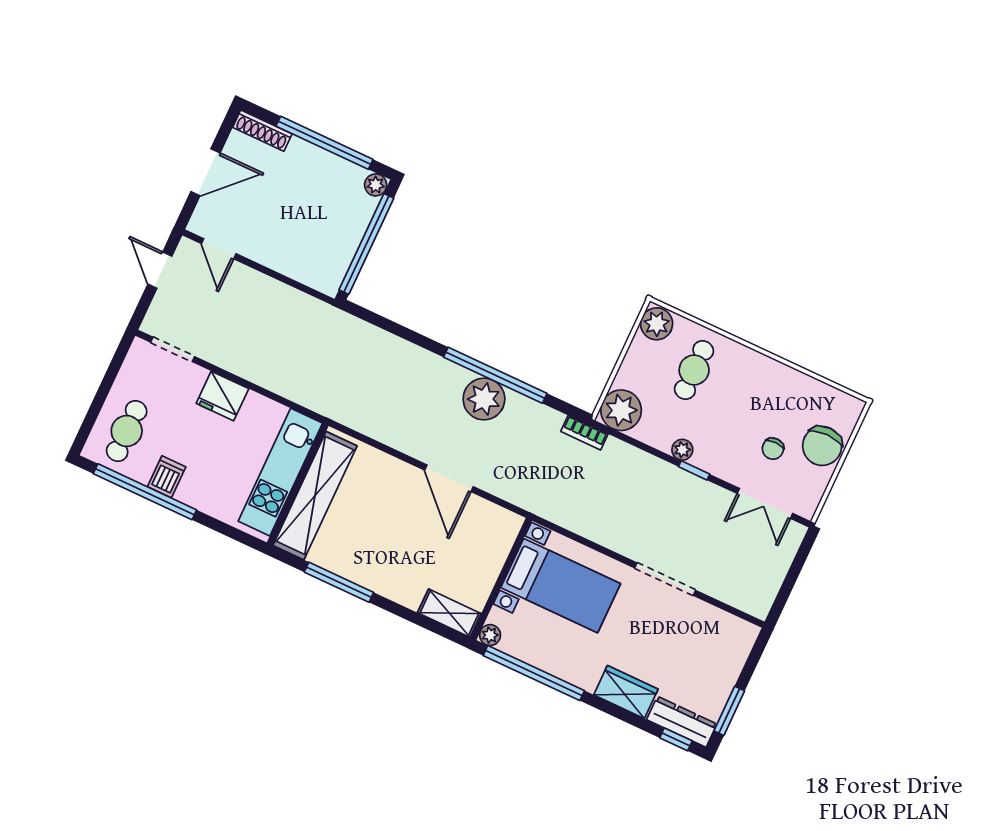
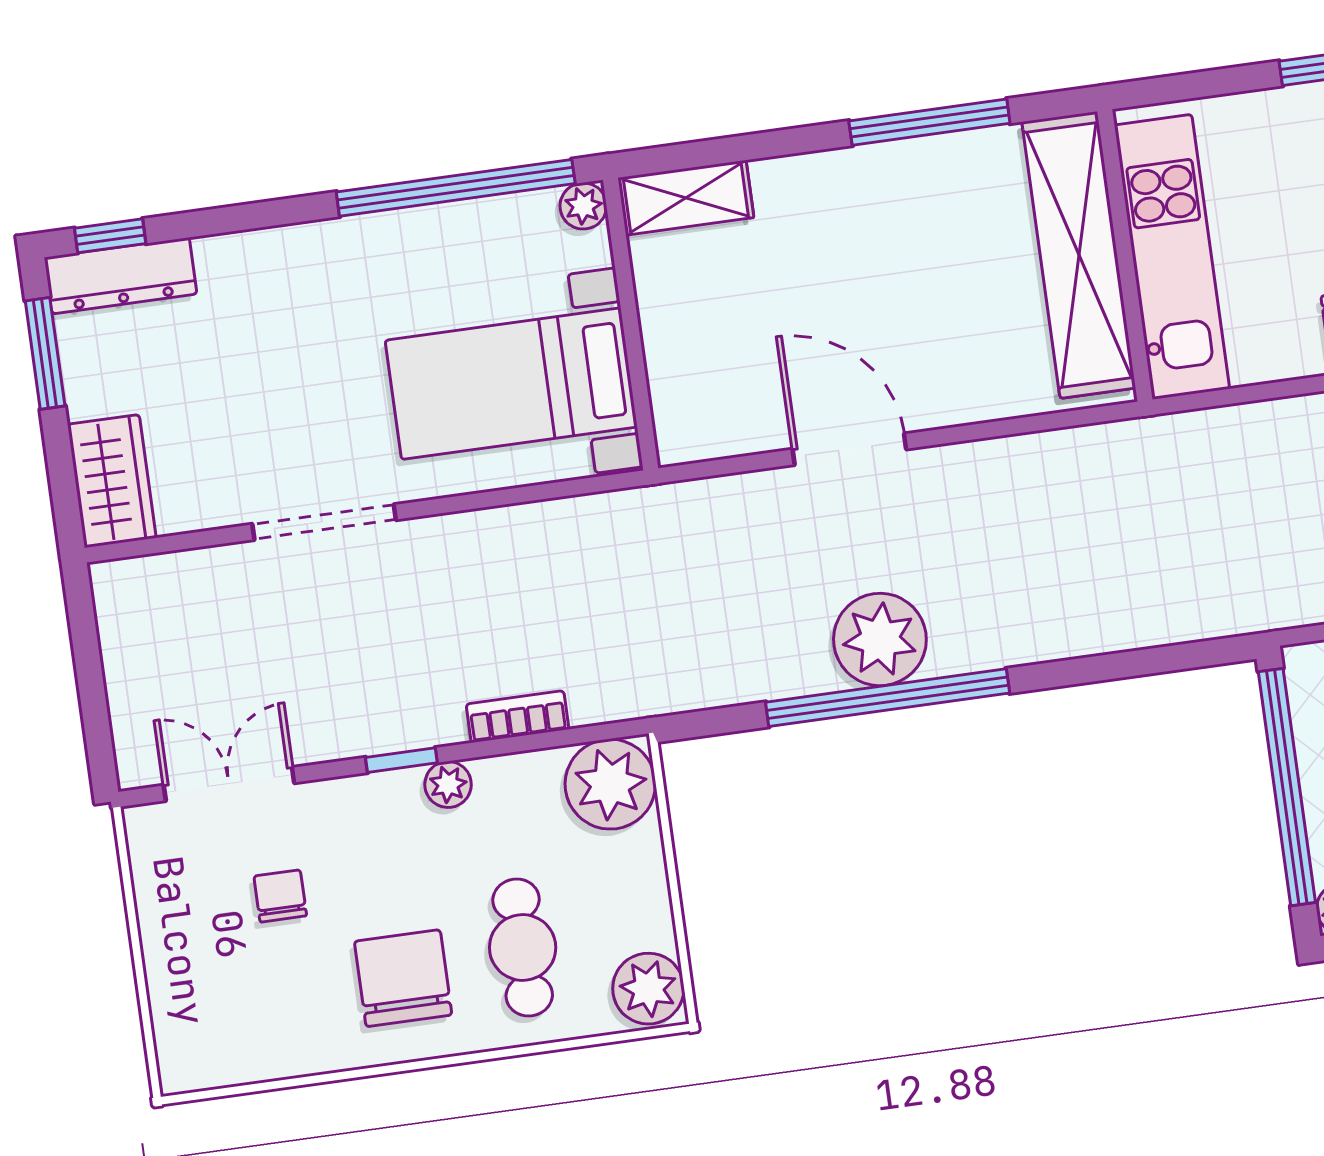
bookcase: (584, 433) -> (518, 717), moved
chair: (822, 446) -> (403, 978), moved
wardrobe: (626, 692) -> (112, 481), moved, turned -90

